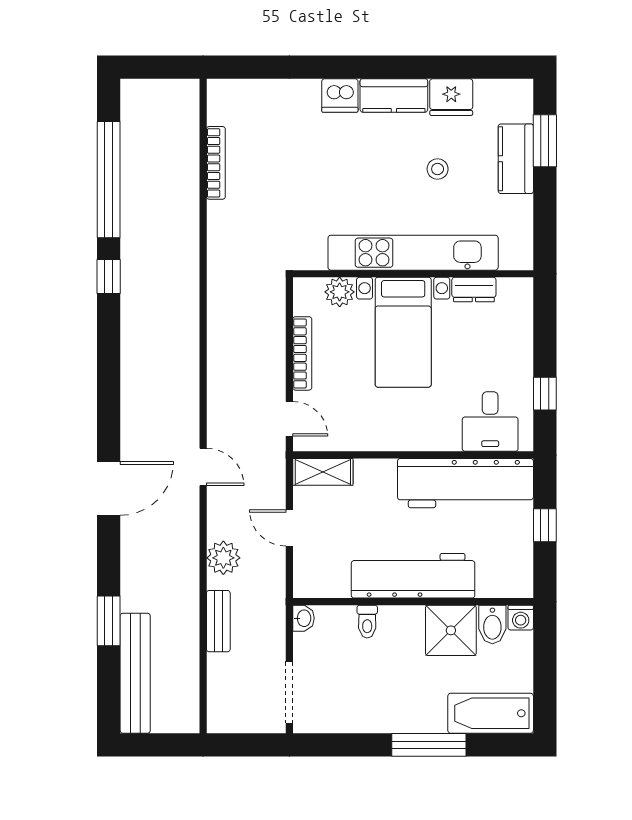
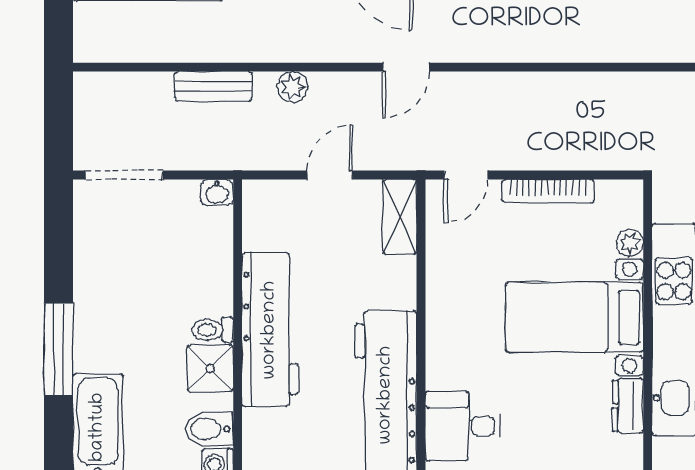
plant: (340, 292) -> (630, 243), width x0.73, depth x0.73
plant: (223, 558) -> (292, 87), width x0.73, depth x0.73
toilet: (367, 622) -> (213, 330), moved
shower: (451, 630) -> (210, 369), width x0.73, depth x0.73

